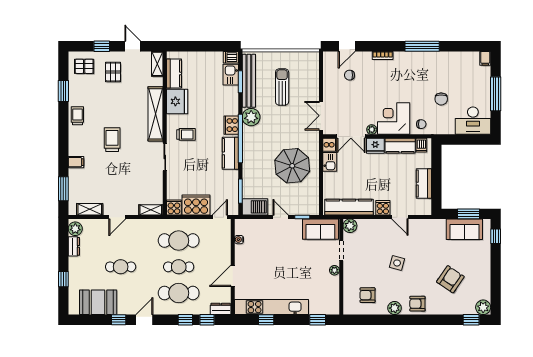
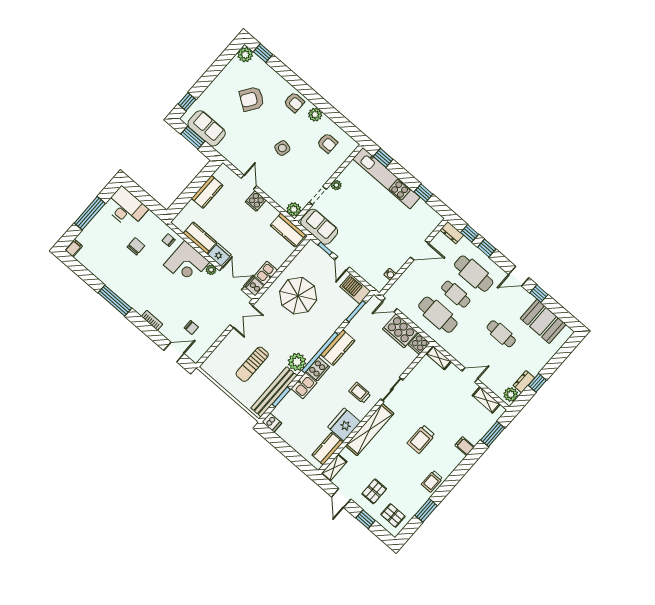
kitchen sink: (231, 75) -> (304, 386), moved
dishwasher: (421, 145) -> (183, 224), removed
kitchen counter: (349, 207) -> (288, 230), width x0.67
window: (63, 279) -> (537, 383), moved
kitchen unit: (271, 307) -> (386, 178), moved

